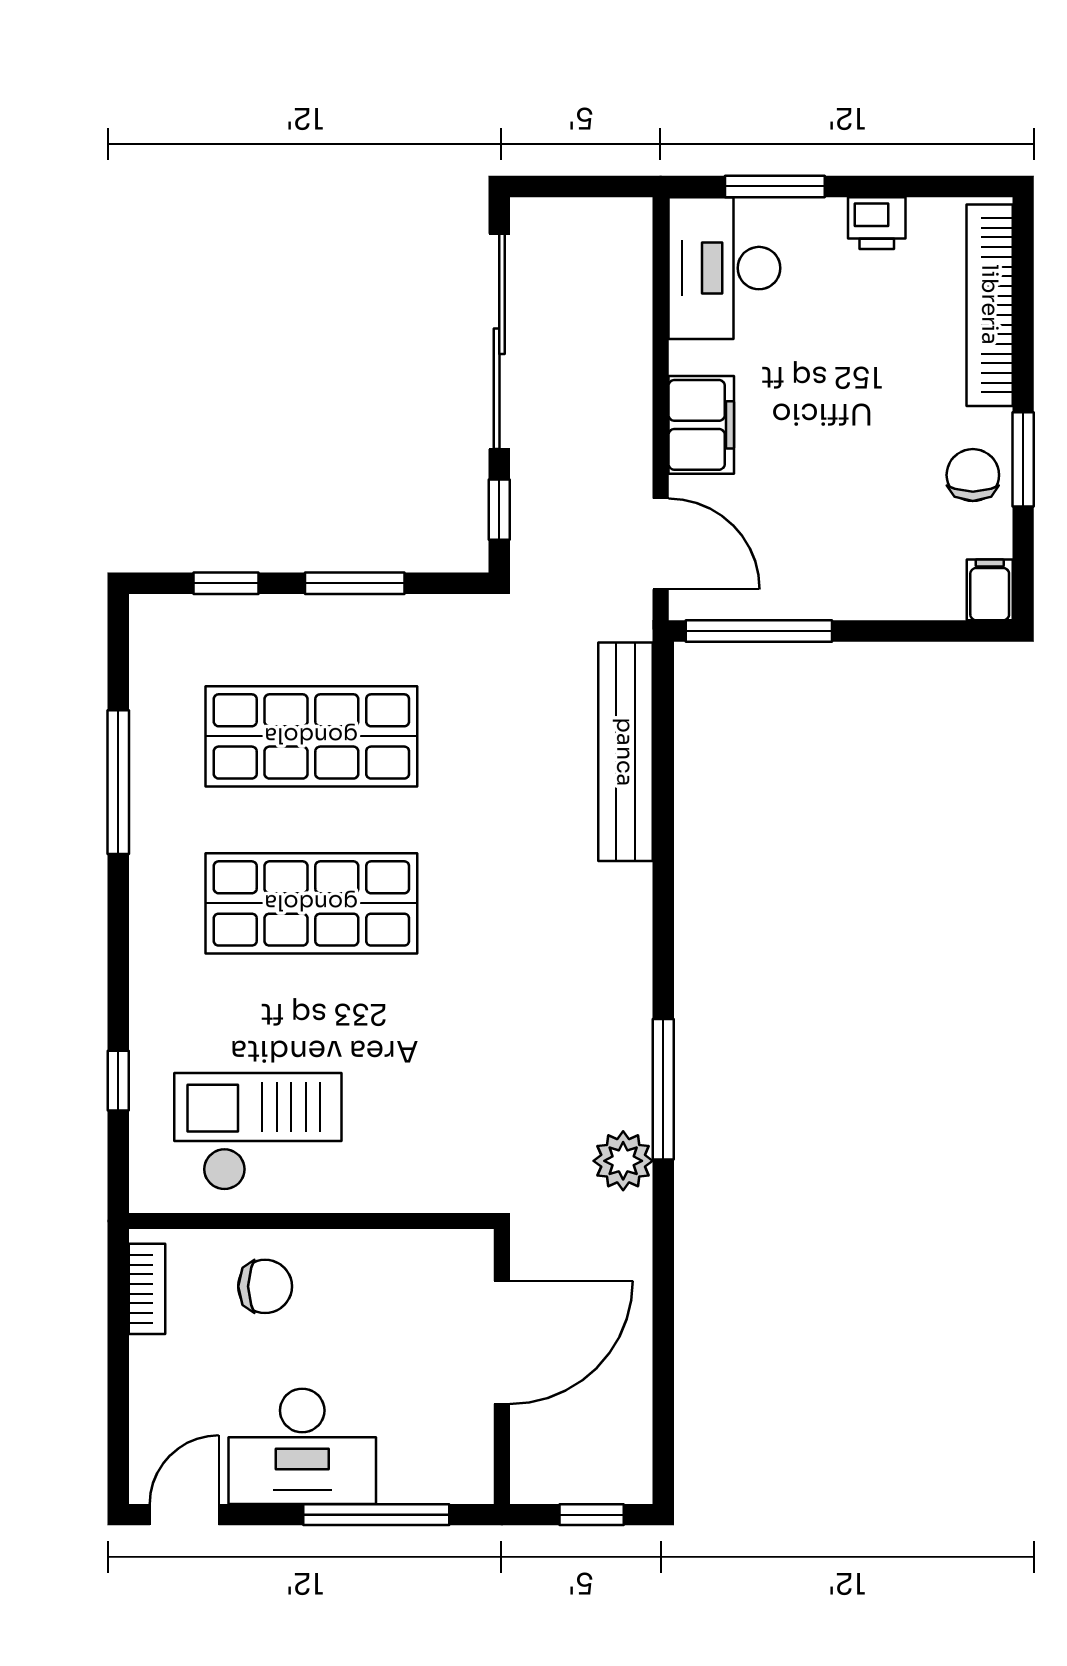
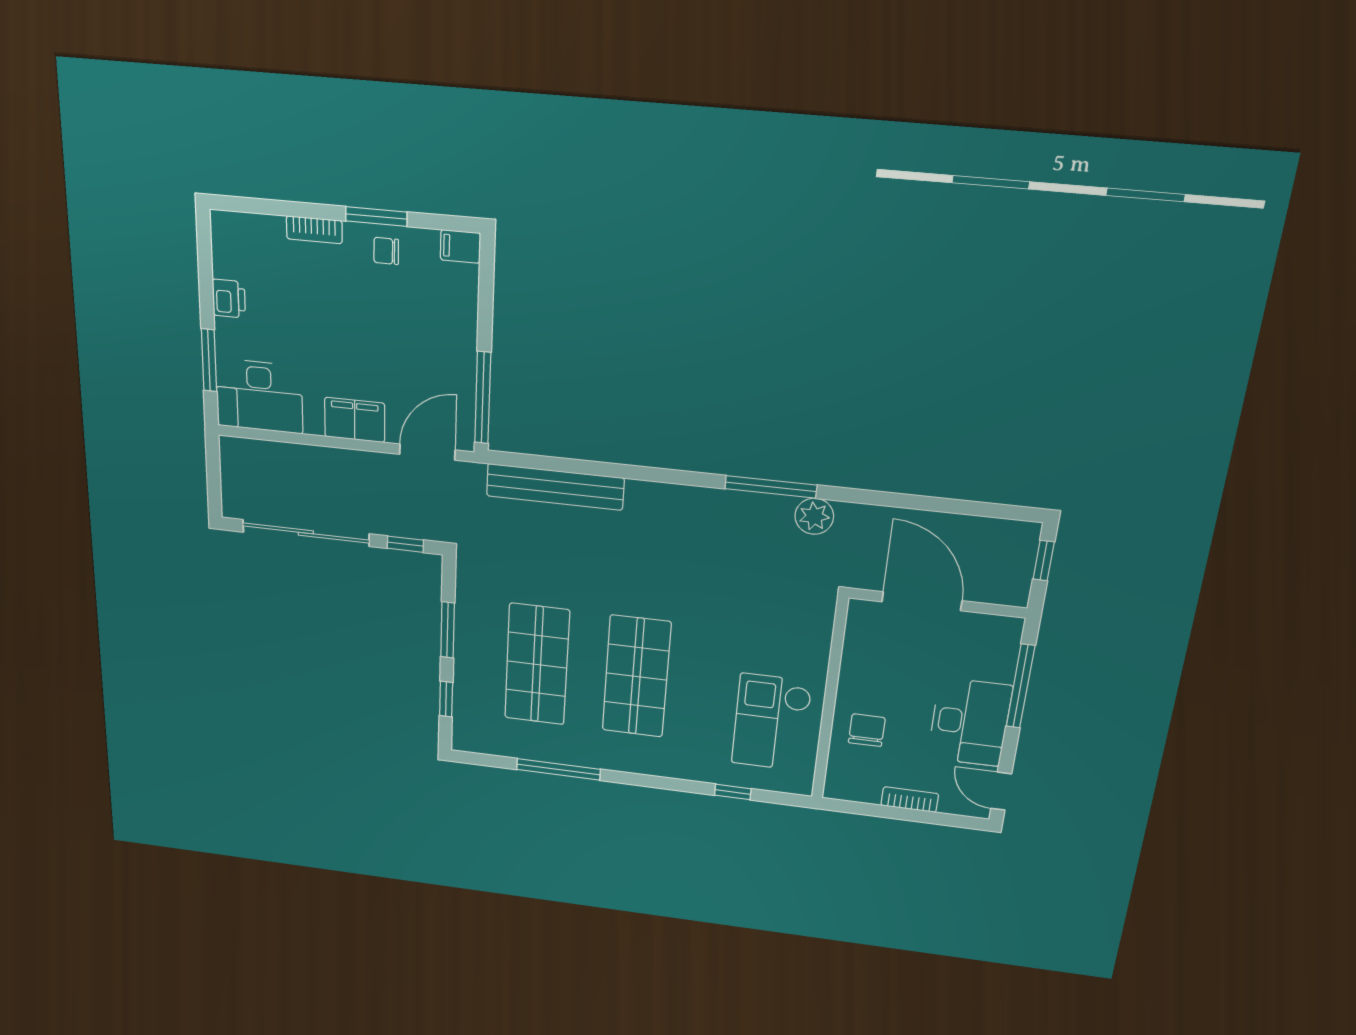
bookcase: (990, 305) -> (314, 230), width x0.43, depth x0.76
chair: (973, 475) -> (386, 251), width x0.73, depth x0.73
bookcase: (147, 1289) -> (910, 800), moved

